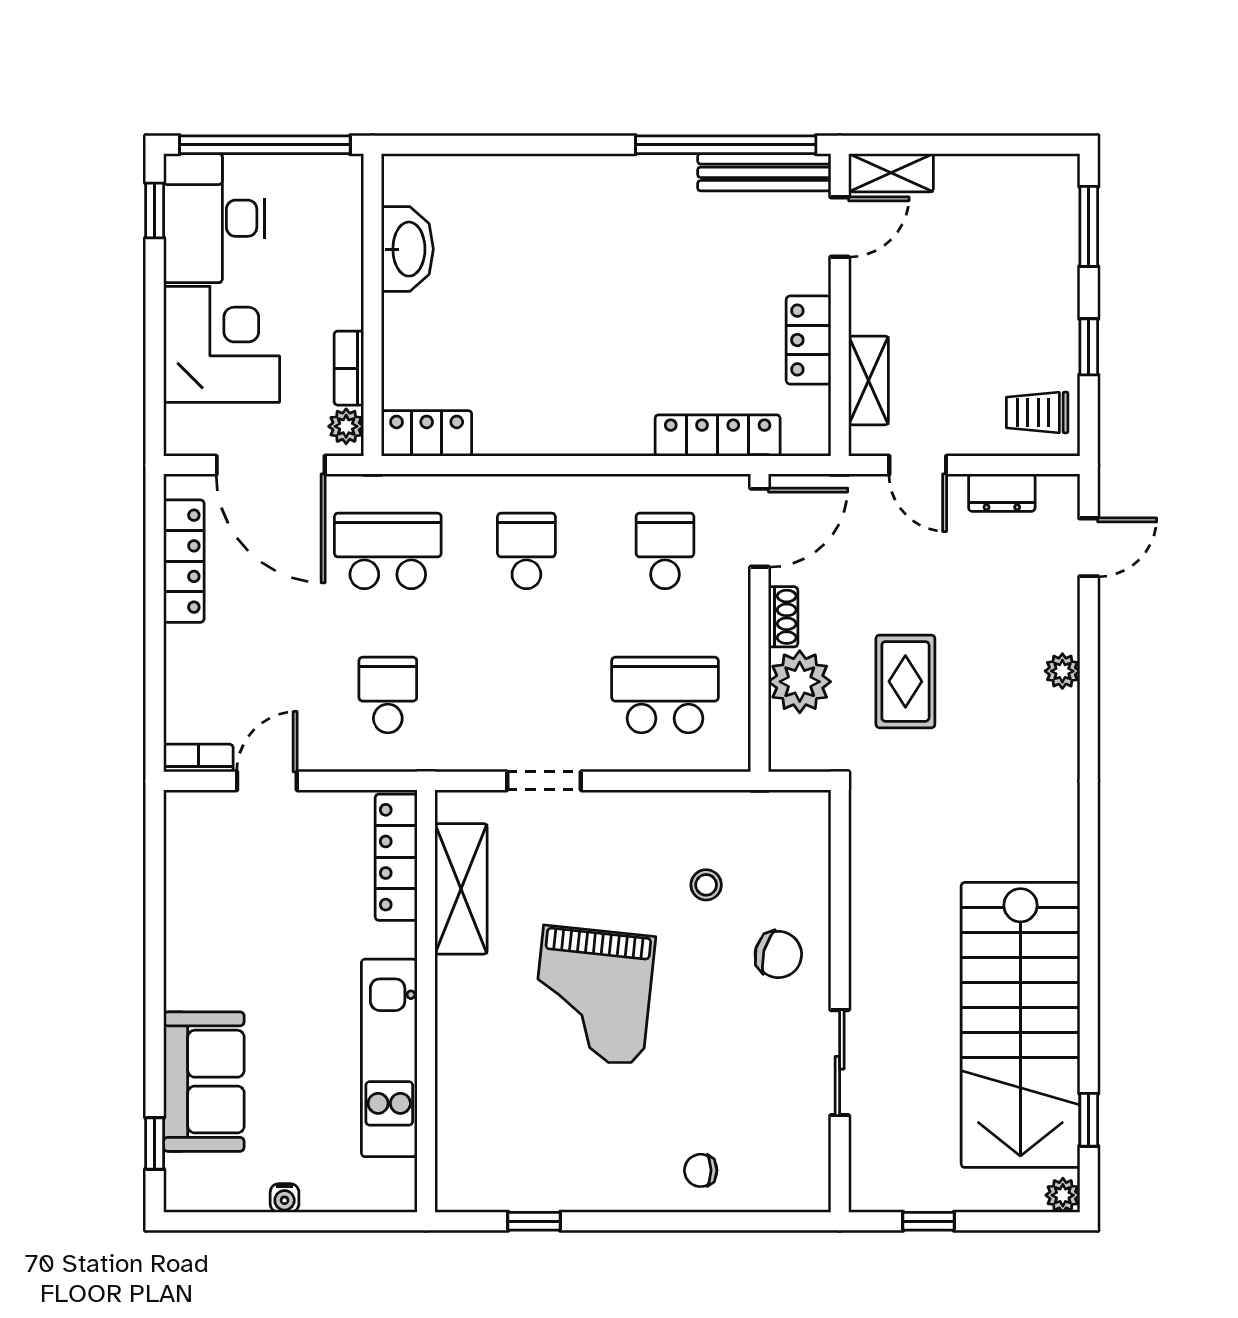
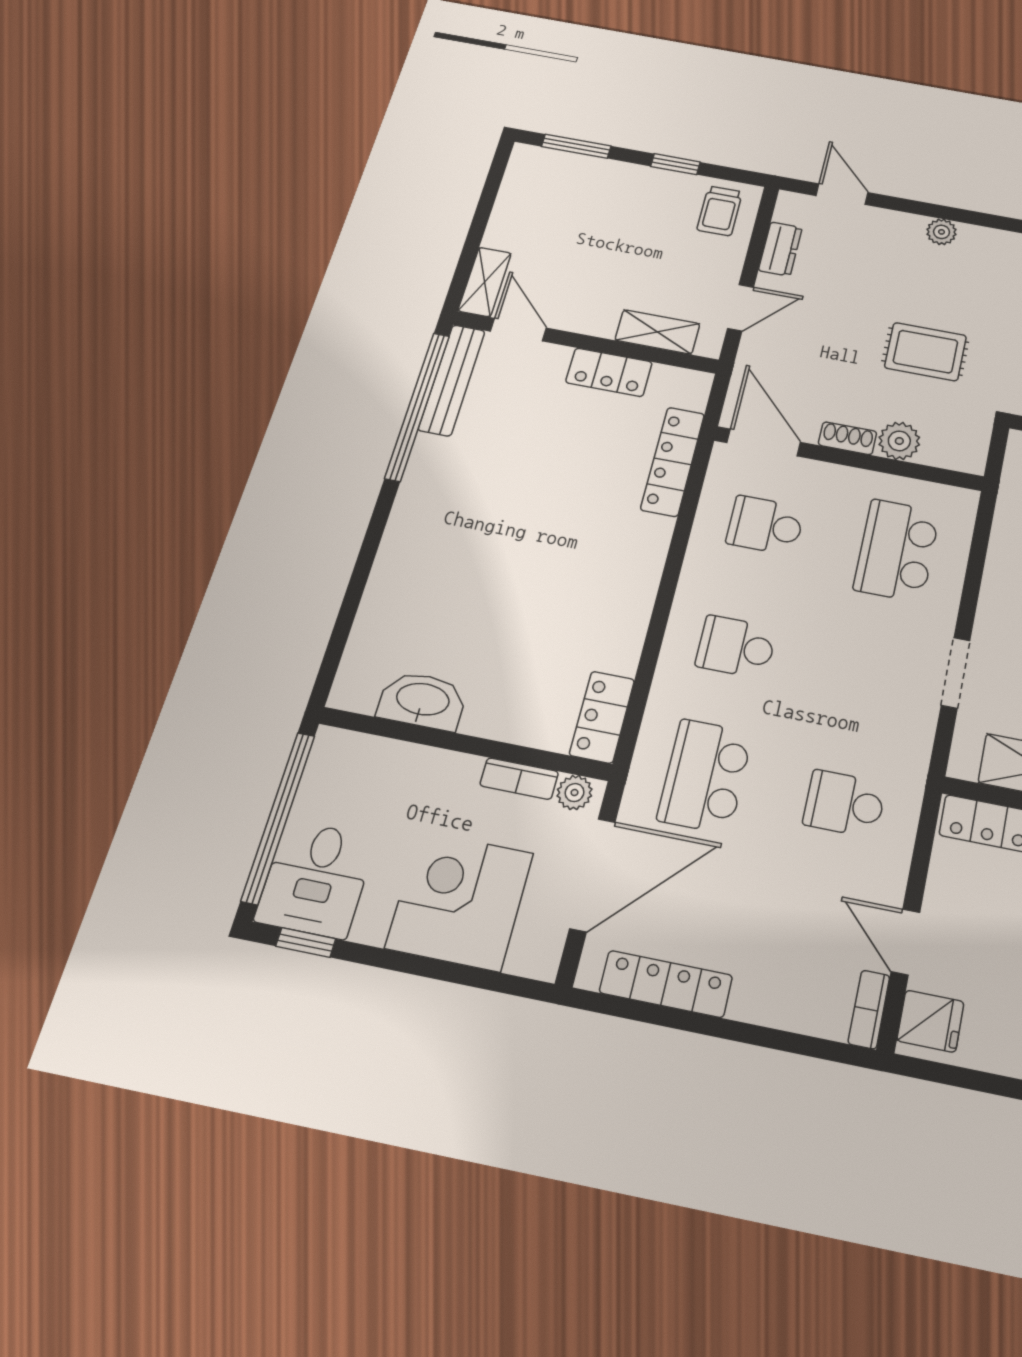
desk: (214, 218) -> (316, 879), width x0.73
plant: (800, 682) -> (899, 441), width x0.73, depth x0.73
fridge: (199, 818) -> (931, 1021), added

